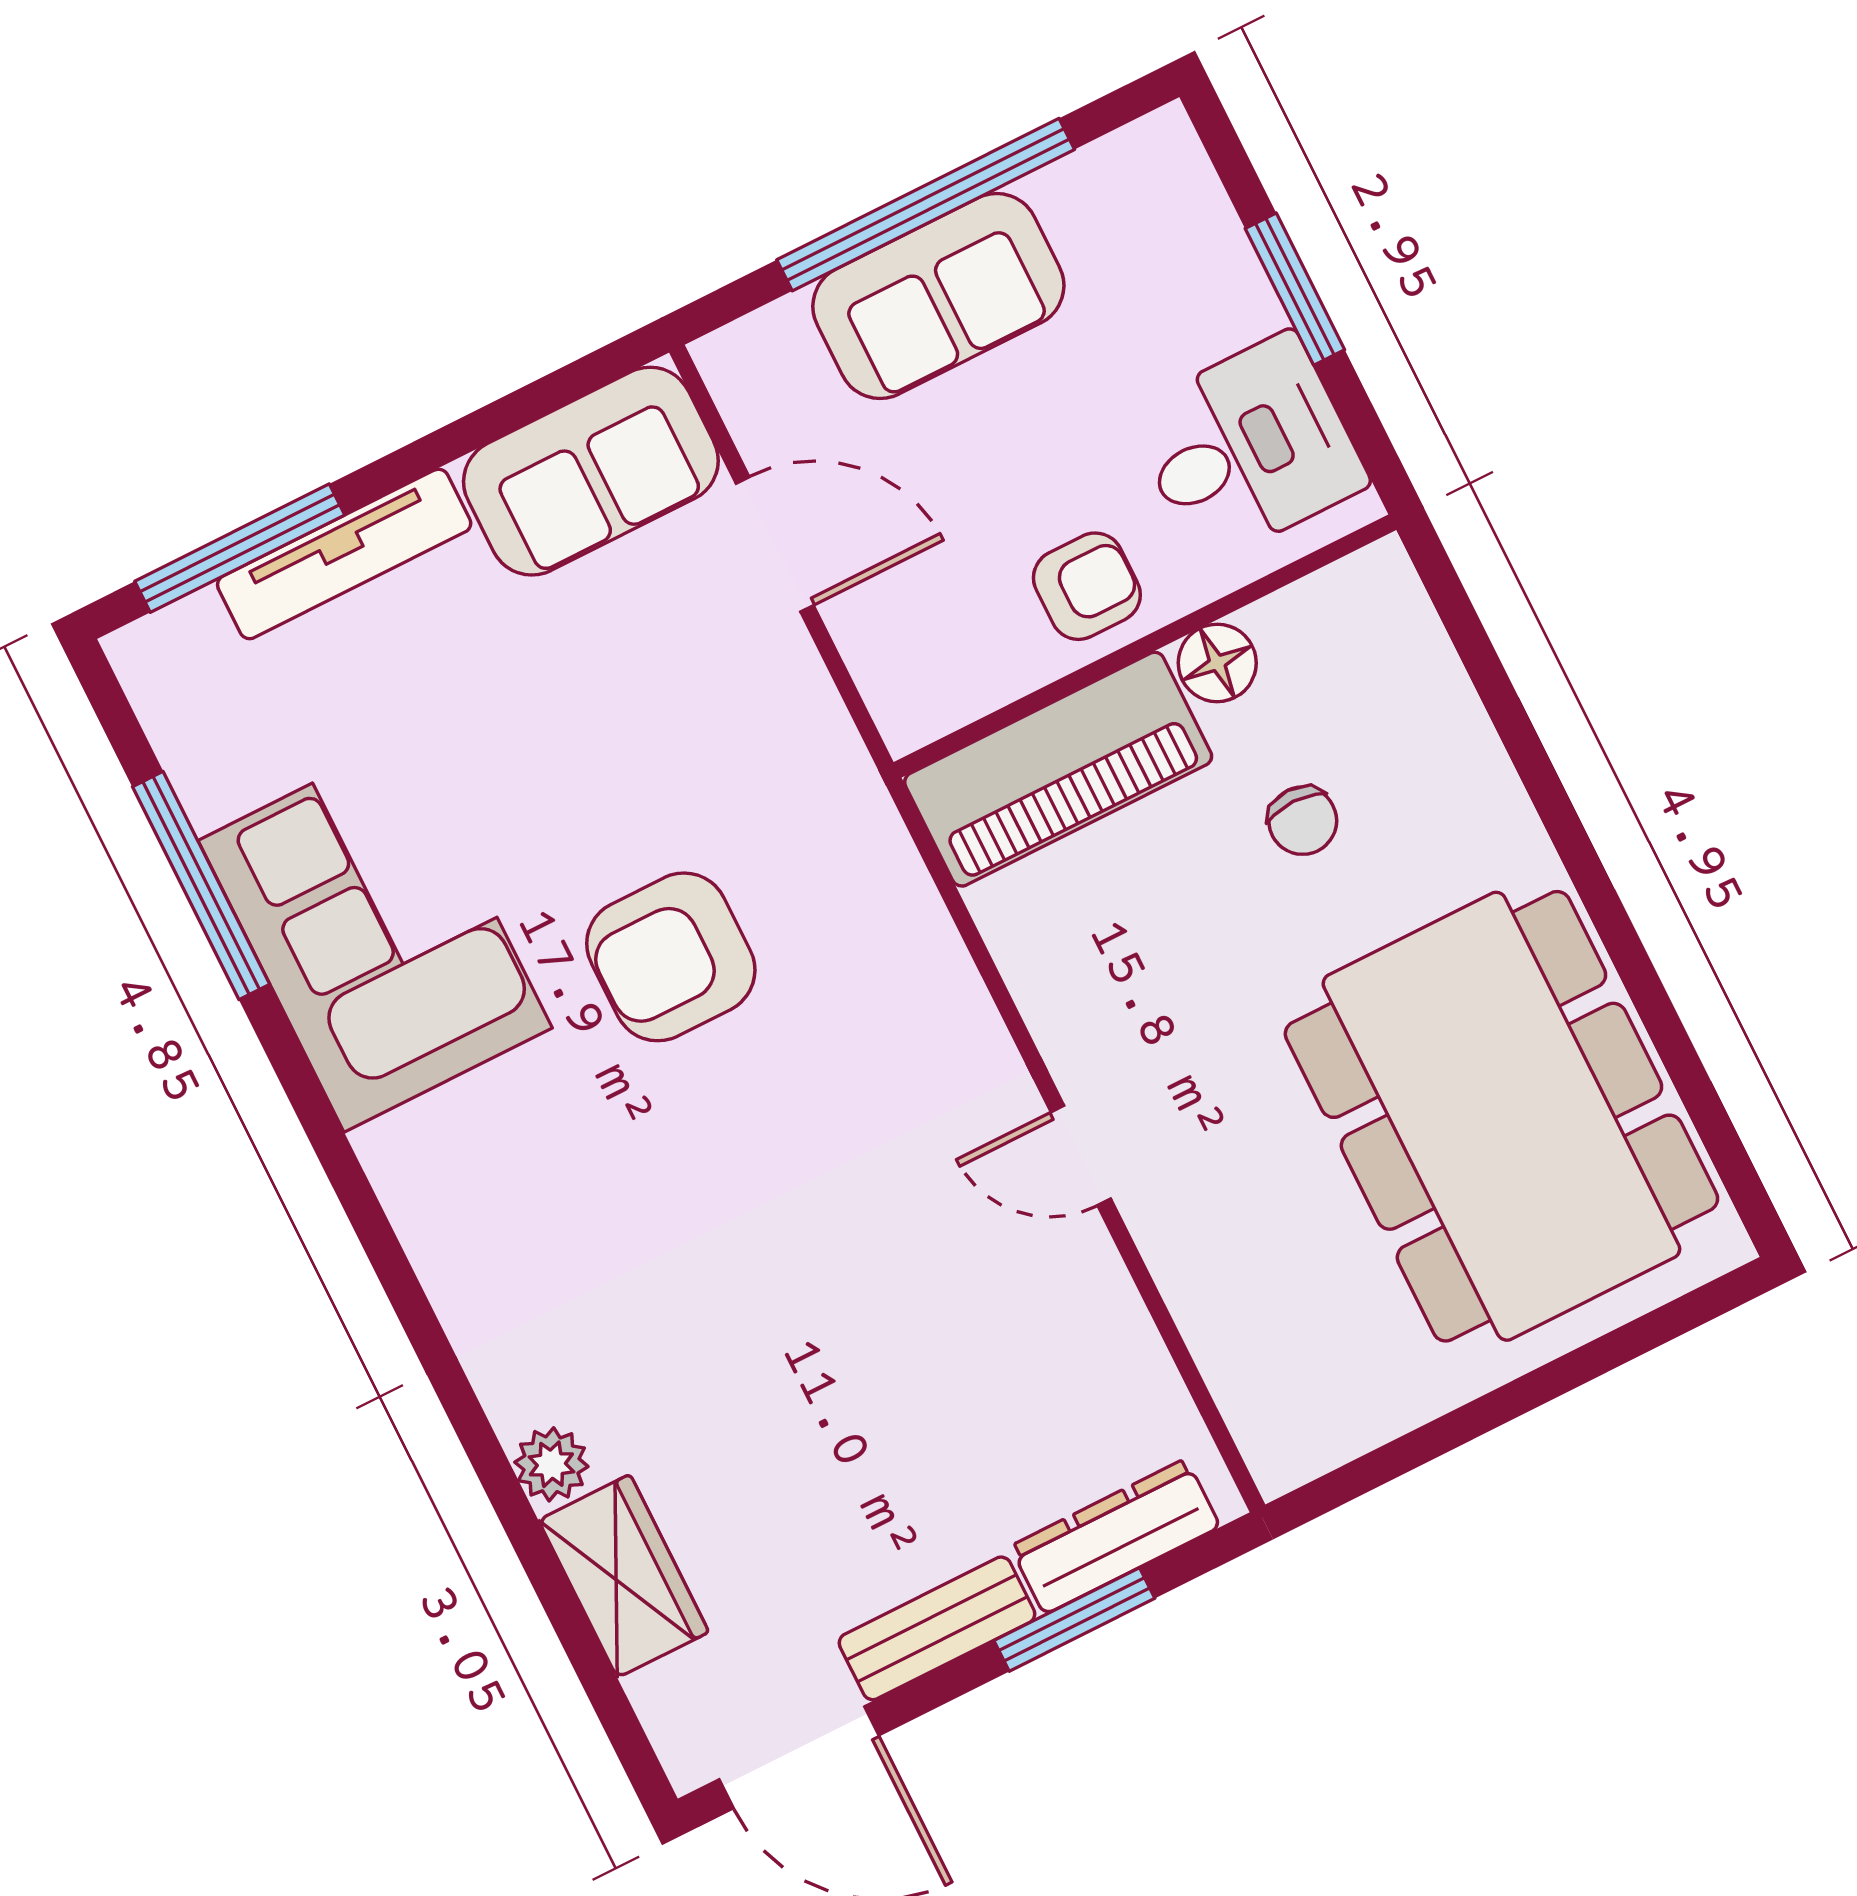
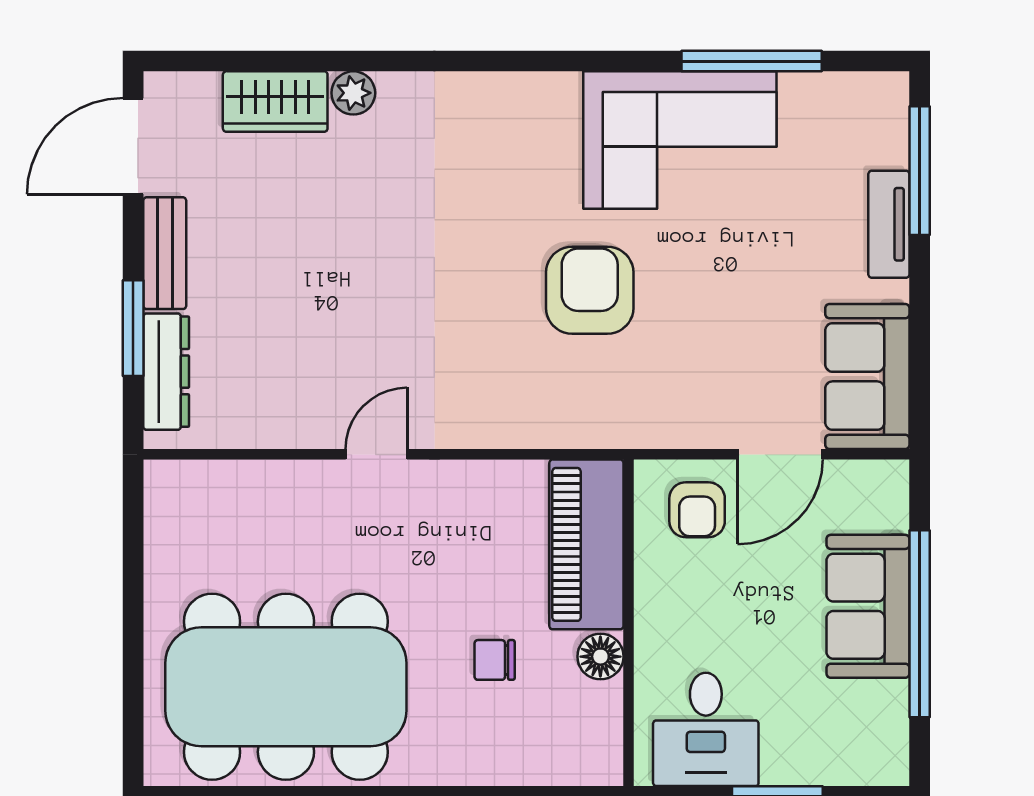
tv unit: (344, 554) -> (889, 224), width x0.71
armchair: (1087, 586) -> (697, 510), moved

